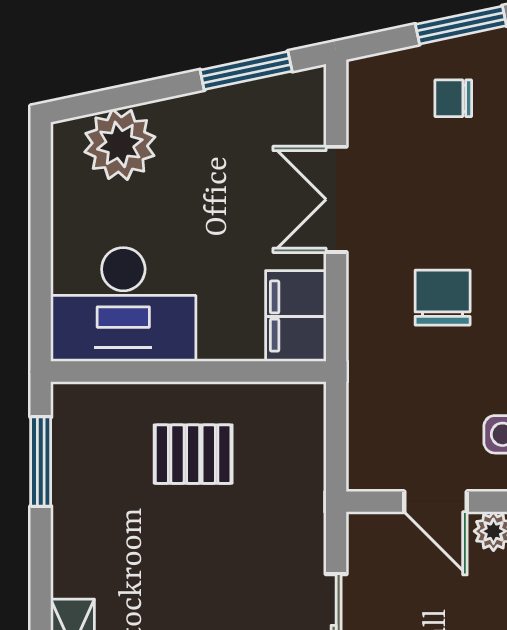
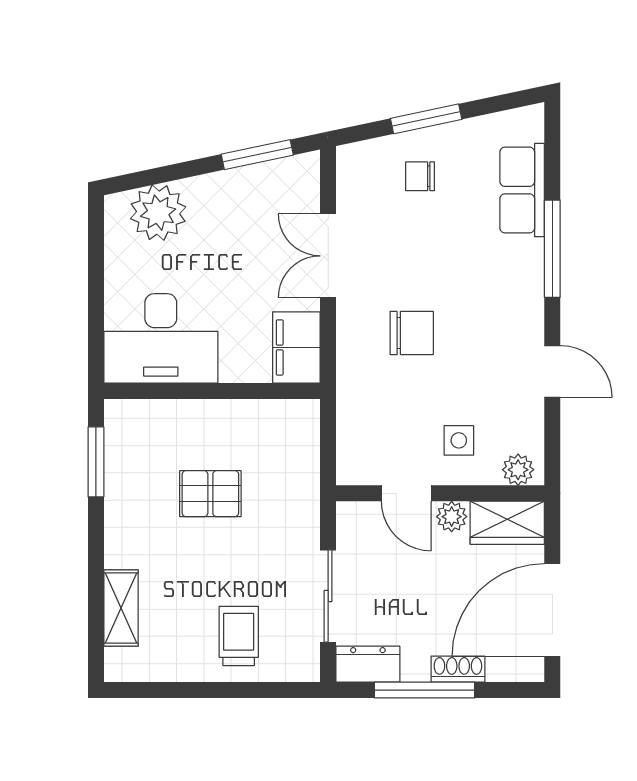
chair: (443, 298) -> (412, 333), turned 90
pallet: (193, 454) -> (210, 494), moved

